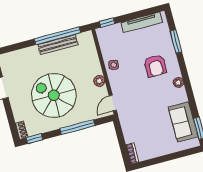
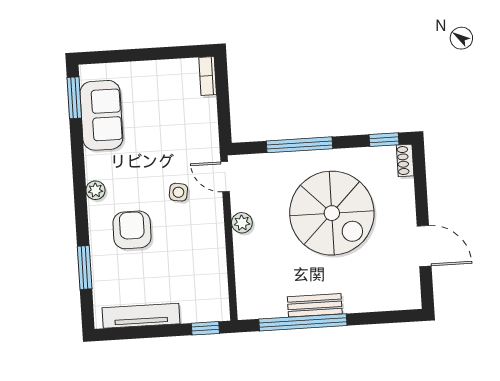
bench: (58, 45) -> (315, 305), width x0.73
side table: (114, 65) -> (178, 192), moved
door: (113, 103) -> (225, 177), swing flipped

